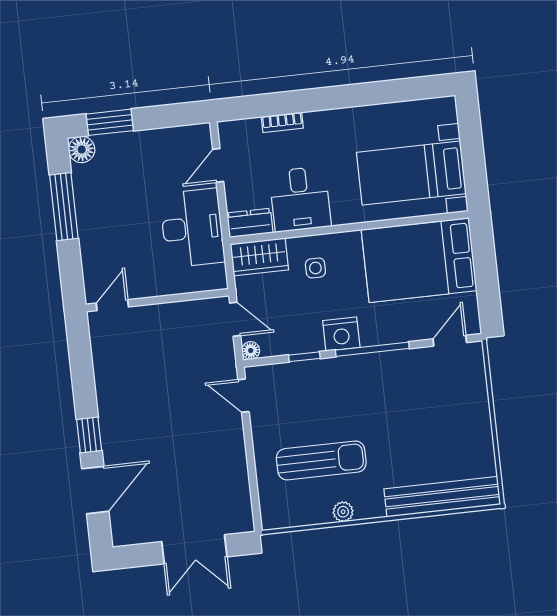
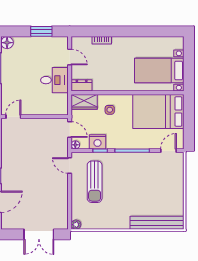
window: (110, 122) -> (41, 31), moved
door: (218, 165) -> (70, 57), swing flipped
desk: (300, 199) -> (106, 77), removed
desk: (192, 228) -> (54, 80), width x0.73
nightstand: (341, 334) -> (97, 142), moved
sun lounger: (321, 460) -> (95, 182), moved, turned 90
plant: (343, 512) -> (76, 225), moved

